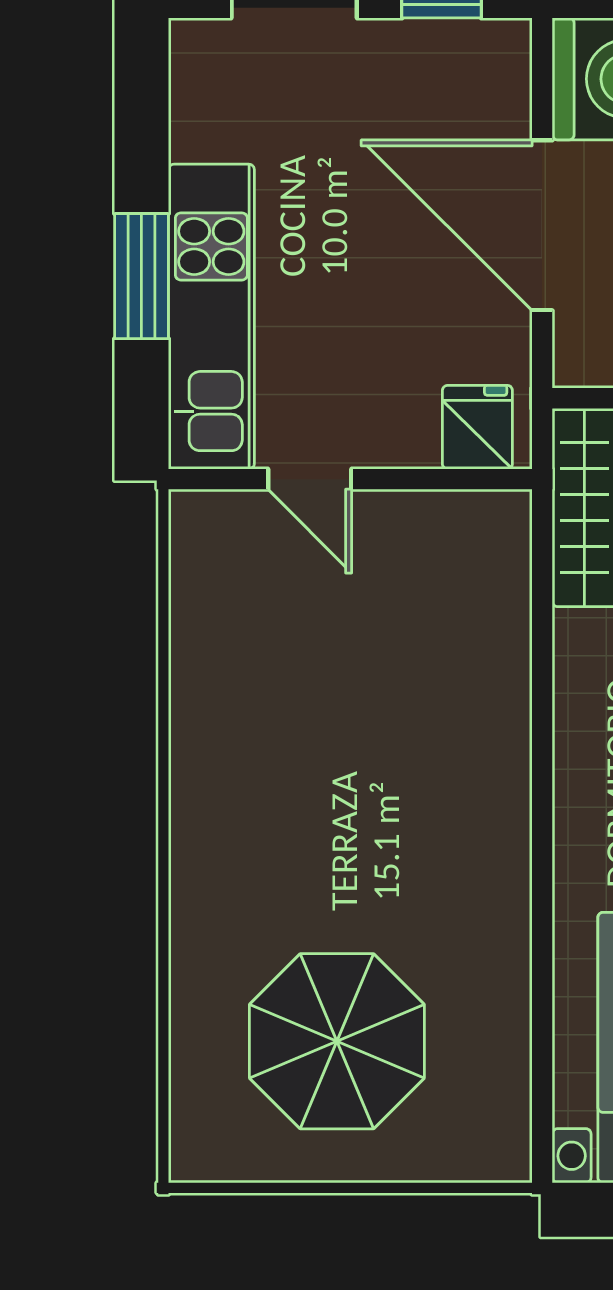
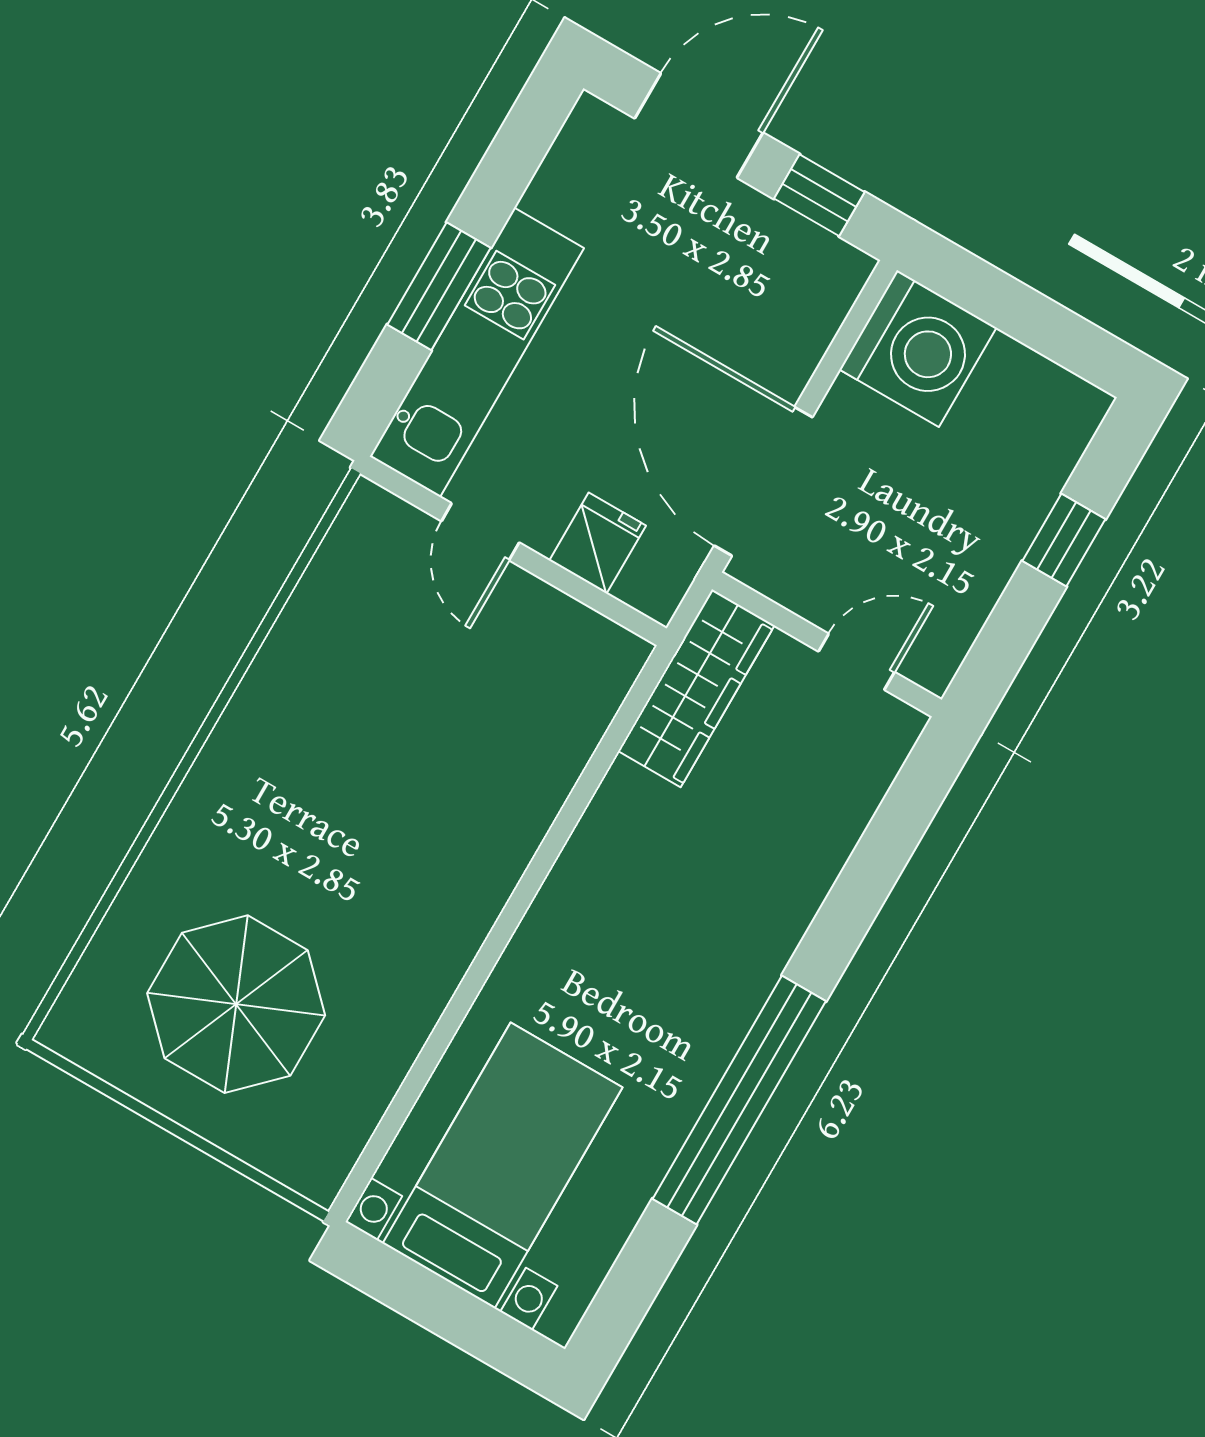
door: (542, 225) -> (763, 481), moved
fridge: (477, 427) -> (598, 543), moved

